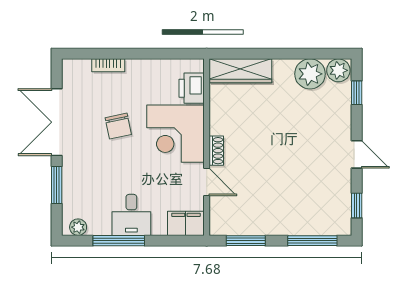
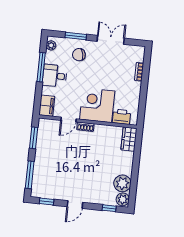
wardrobe: (240, 71) -> (129, 139), width x0.67
double door: (57, 122) -> (111, 40), width x0.73
chair: (118, 126) -> (79, 55), moved

